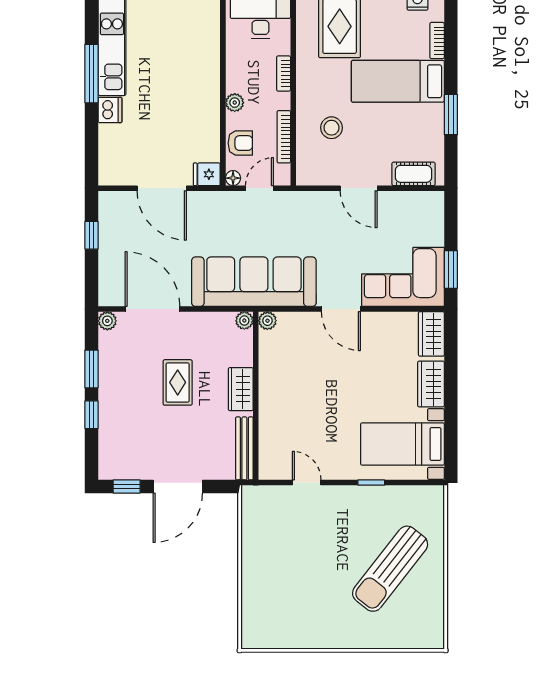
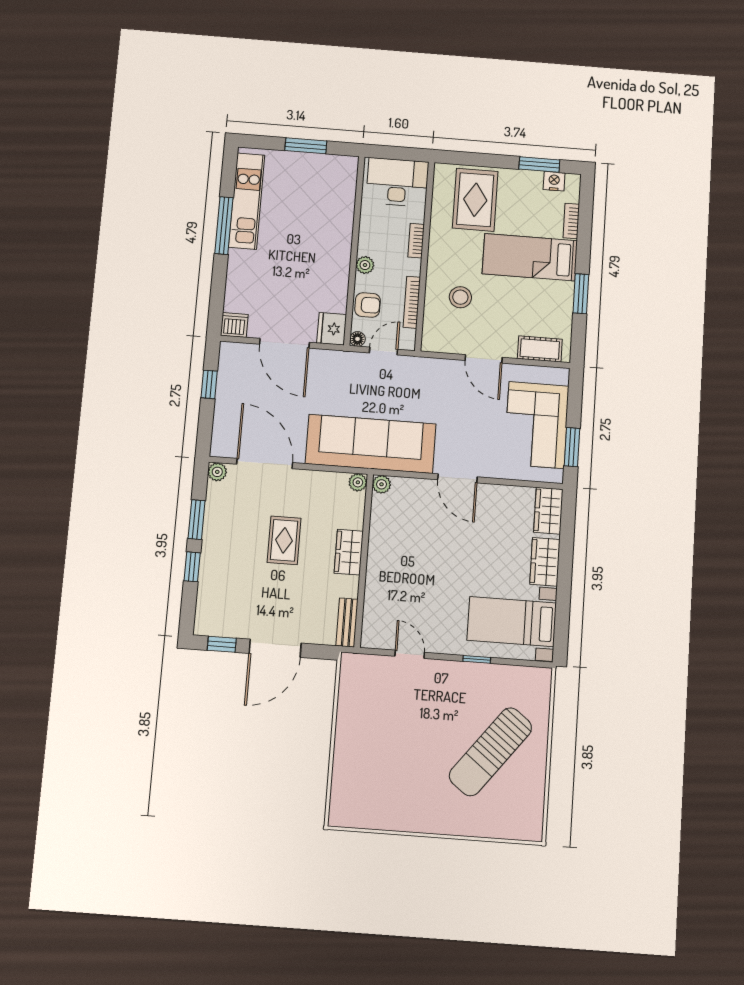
dishwasher: (110, 110) -> (234, 325), moved, turned -90
fridge: (207, 174) -> (332, 329), width x1.38
corner sofa: (403, 277) -> (537, 425), moved, turned -90
bench: (244, 448) -> (347, 622), width x0.73

